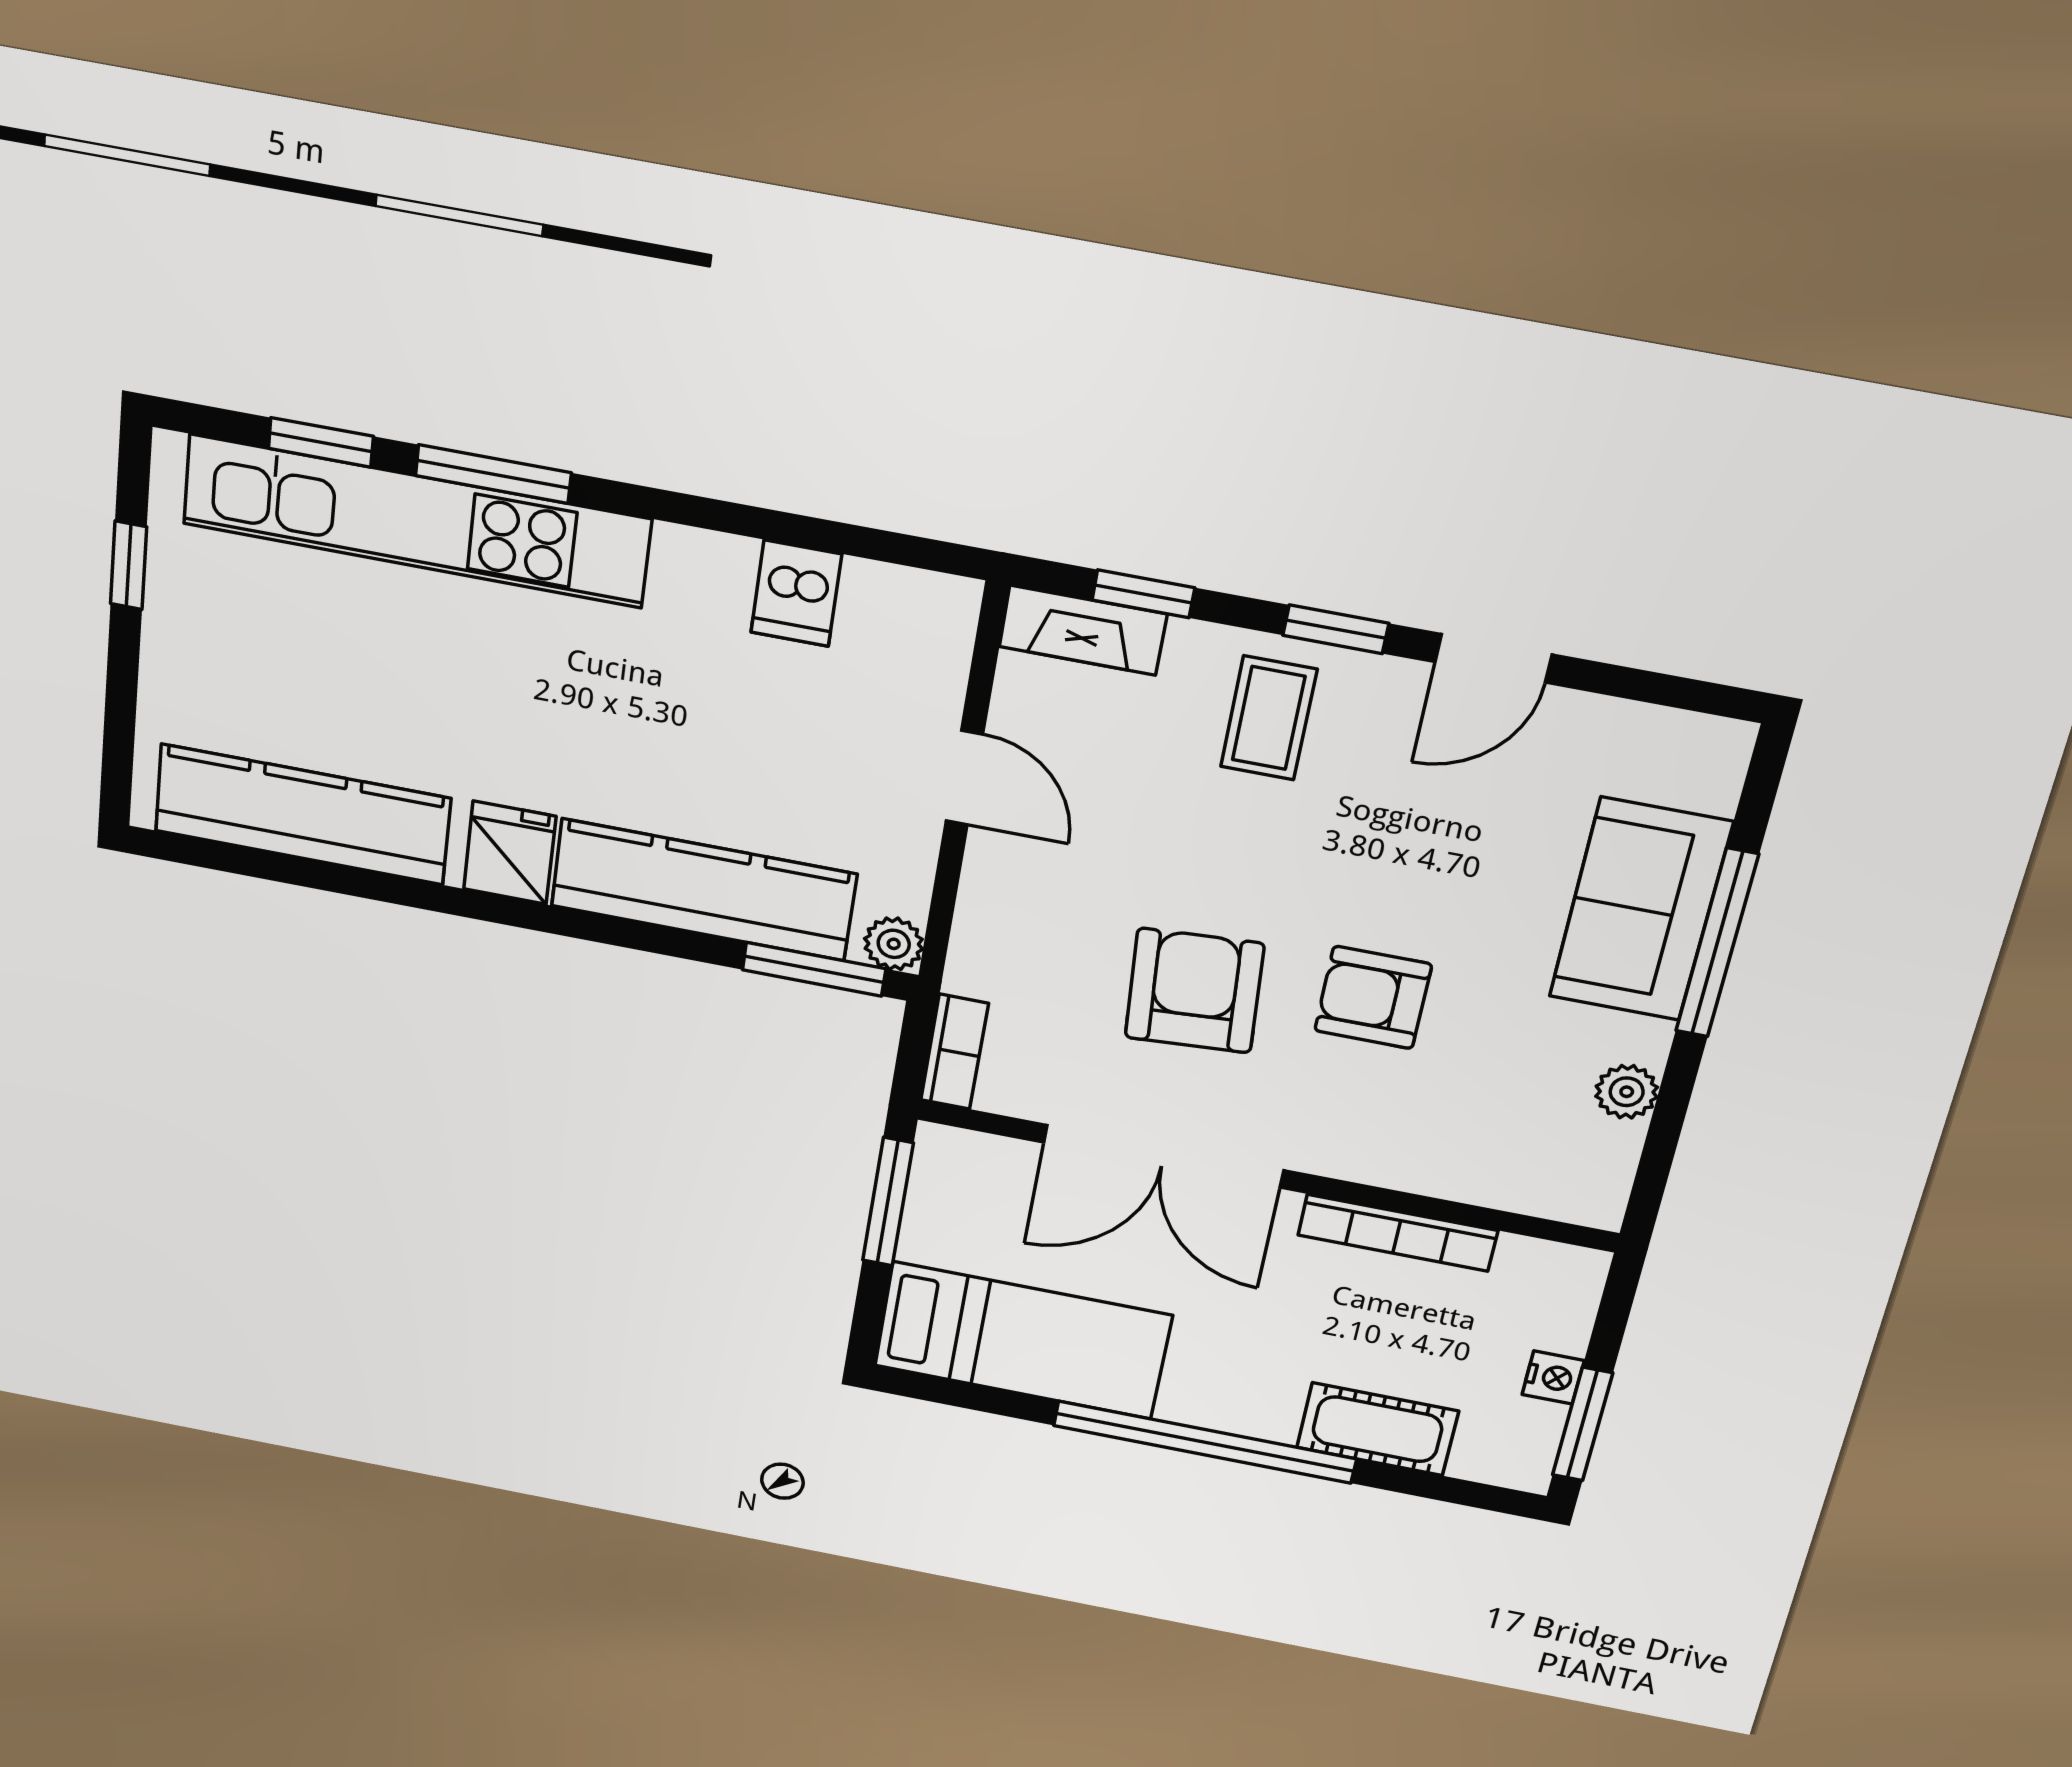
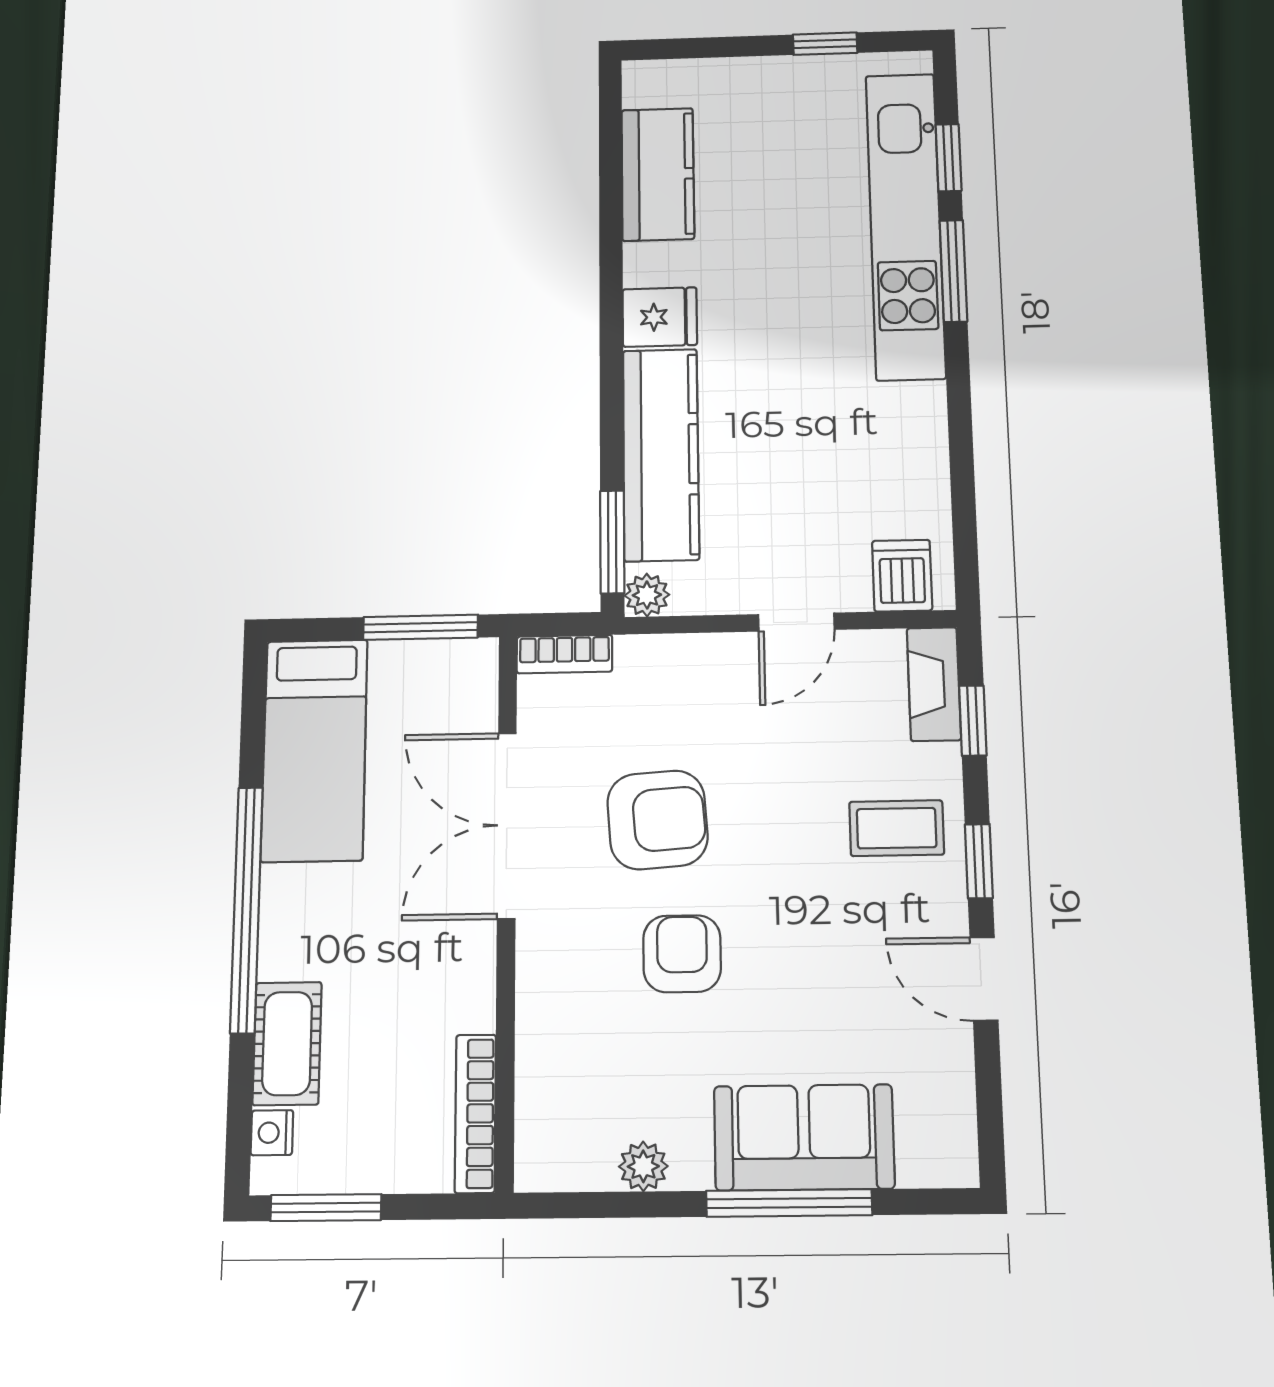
dishwasher: (796, 593) -> (902, 576), moved, turned 90
kitchen counter: (302, 815) -> (658, 174), width x0.67
bookcase: (1398, 1233) -> (475, 1113), moved
nightstand: (1553, 1377) -> (272, 1133), moved, turned 90

